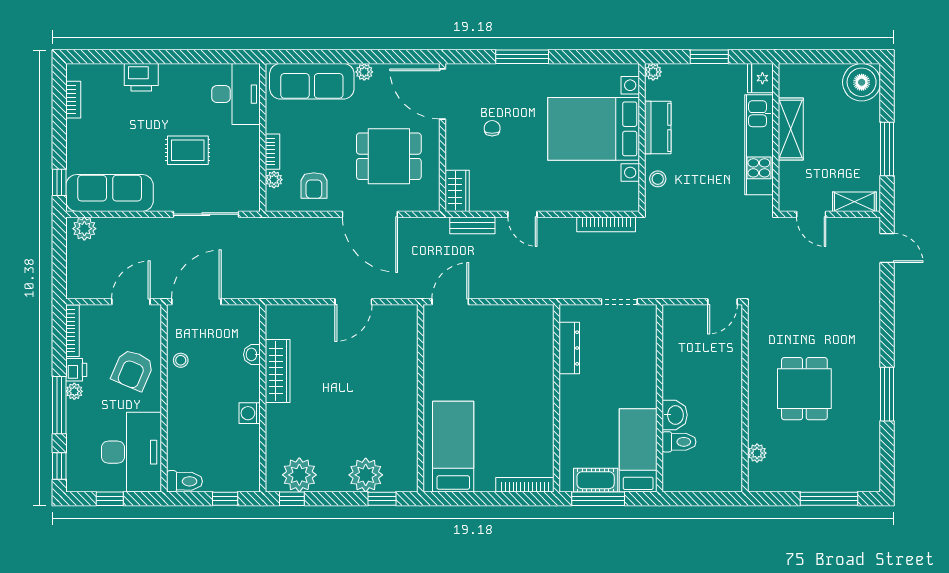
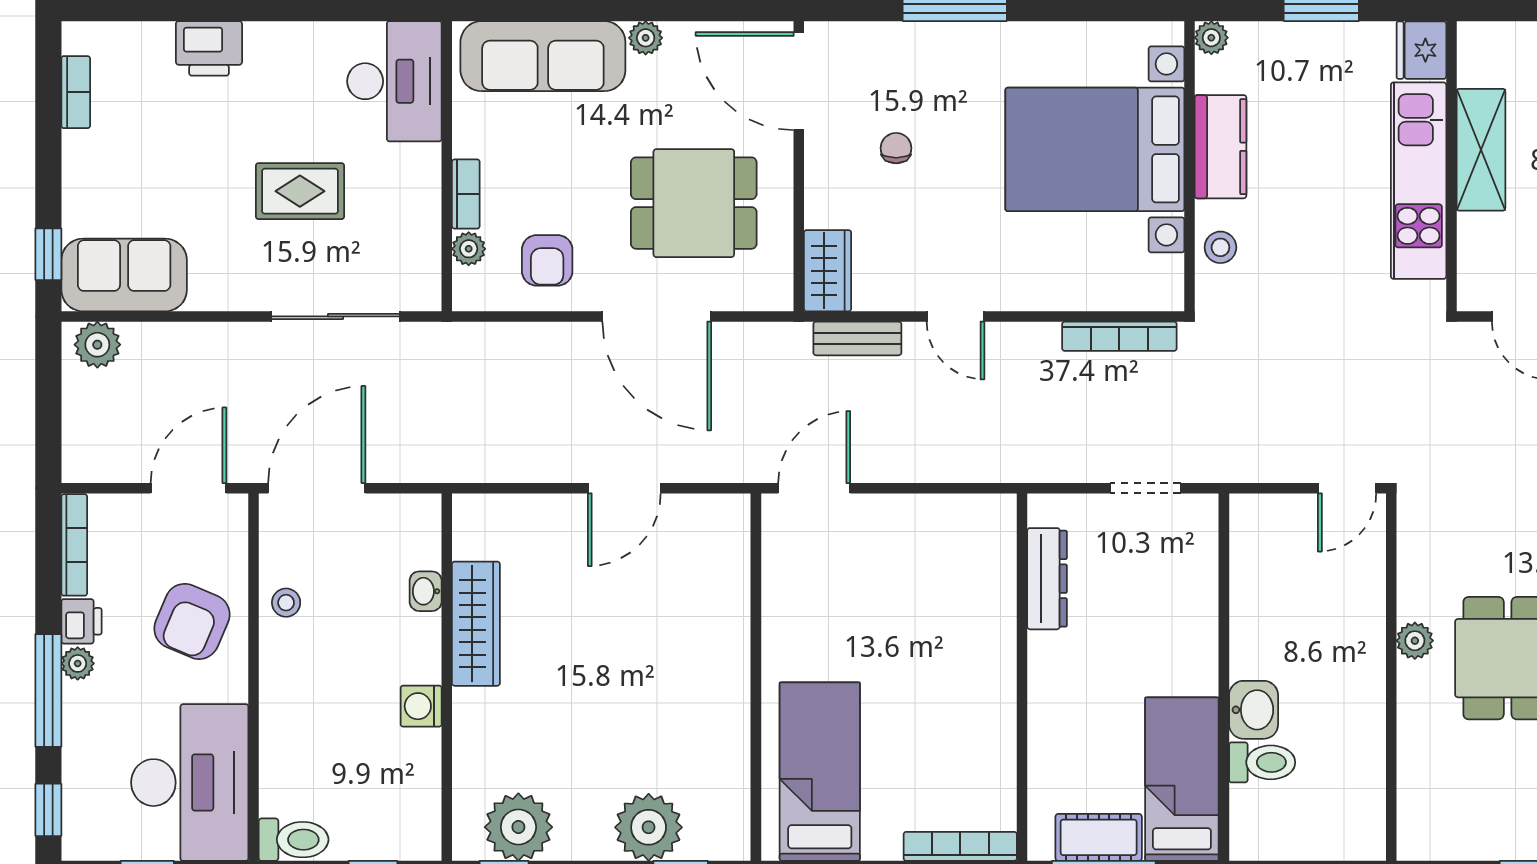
sofa: (110, 193) -> (124, 275), width x0.73
plant: (757, 453) -> (1415, 641), moved

